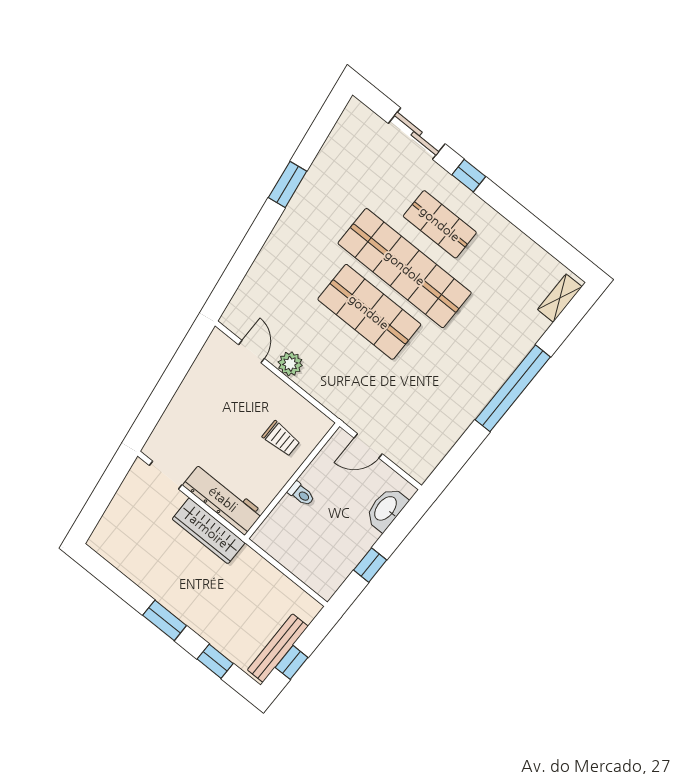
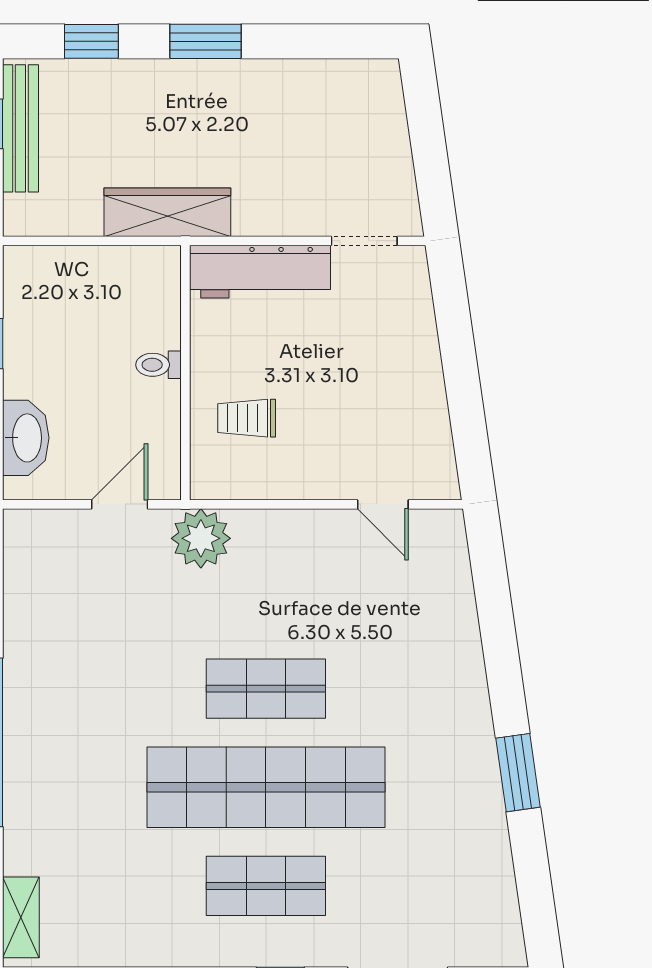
shop shelf: (369, 312) -> (266, 689), width x0.70, depth x0.74
plant: (290, 364) -> (201, 538), moved, width x1.36, depth x1.36
wardrobe: (209, 531) -> (167, 212), moved

